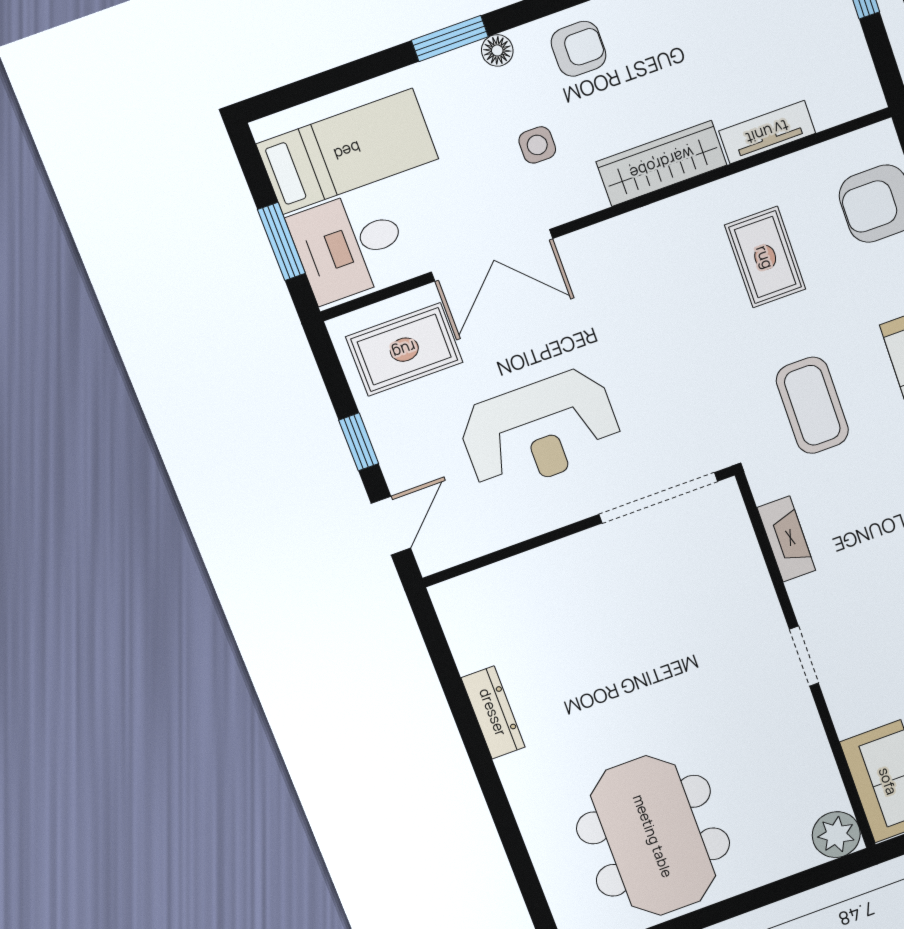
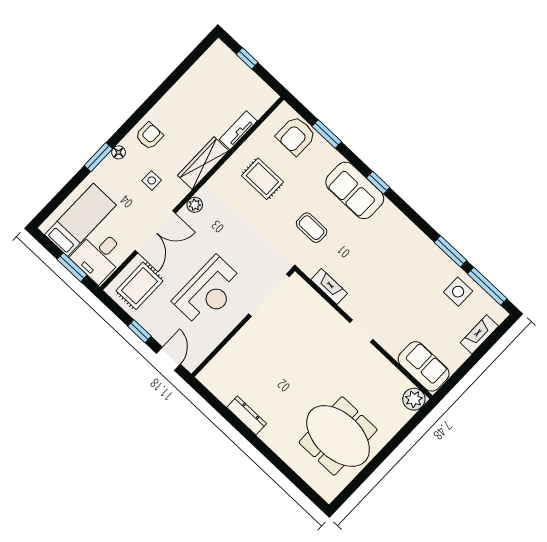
plant: (601, 240) -> (195, 205), added
coffee table: (812, 405) -> (312, 228), width x0.73, depth x0.77

